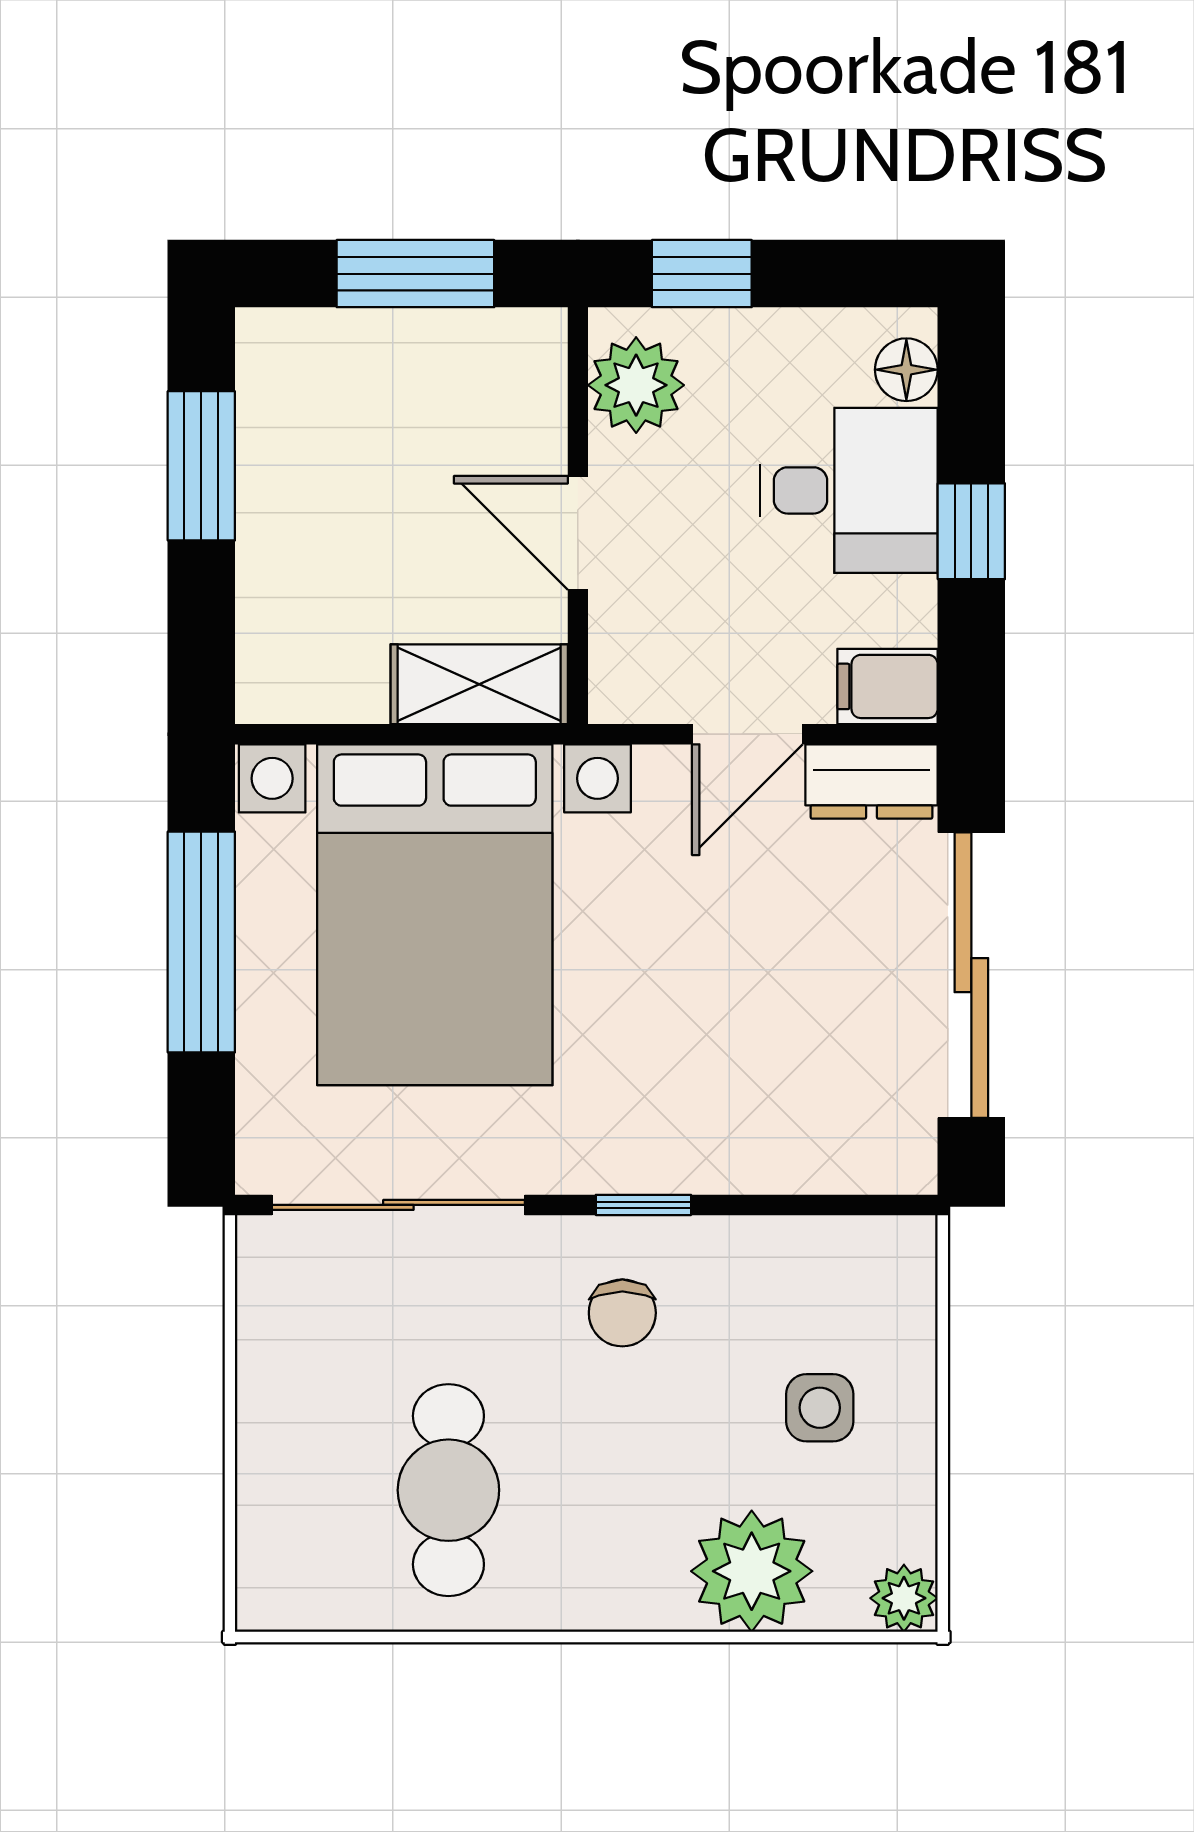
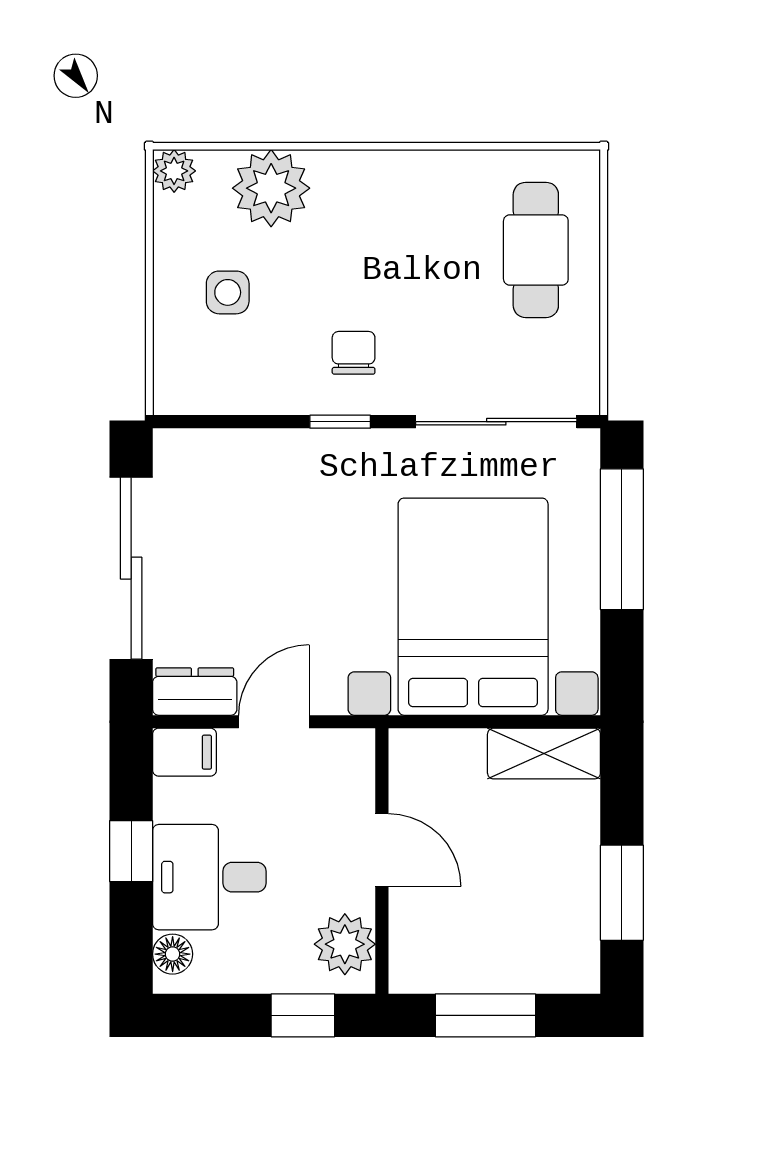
shelving: (479, 684) -> (544, 754), moved
window: (201, 942) -> (622, 539), moved
cafe table: (448, 1490) -> (536, 250), moved

